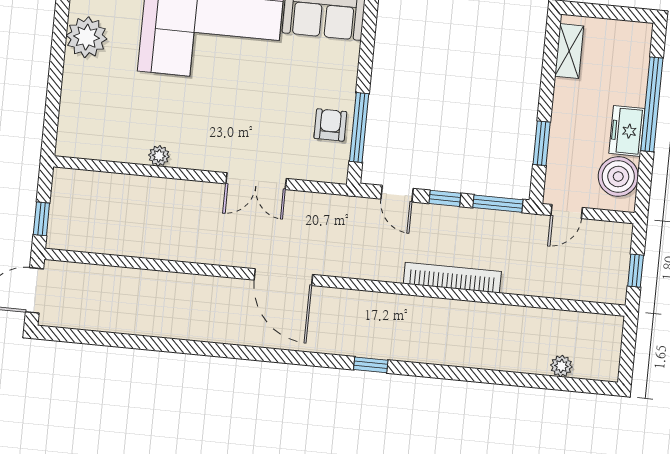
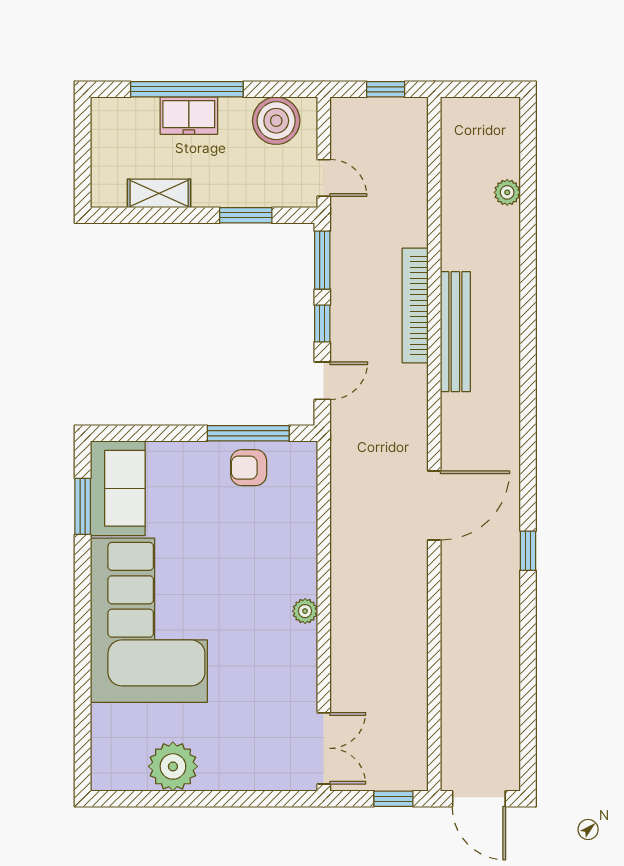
shelving: (569, 51) -> (159, 193), moved
freezer: (627, 131) -> (189, 116), moved
plant: (159, 156) -> (305, 611), moved
double door: (256, 181) -> (324, 748), moved
bench: (427, 309) -> (455, 332), added
window: (371, 365) -> (528, 551), moved
plant: (561, 366) -> (507, 192), moved

